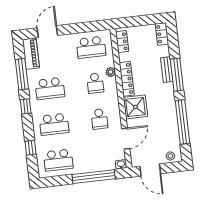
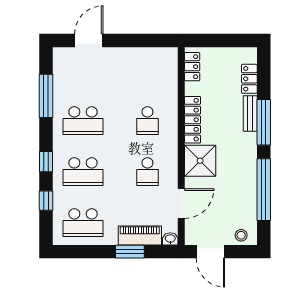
locker: (162, 34) -> (249, 79), moved
school desk: (91, 47) -> (147, 70), removed
piano: (31, 54) -> (140, 235), moved, turned -90
plant: (111, 72) -> (171, 108), removed
window: (26, 106) -> (46, 162), moved
window: (94, 177) -> (130, 252), width x0.47

